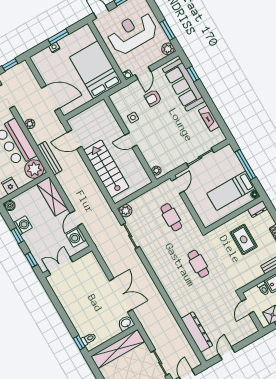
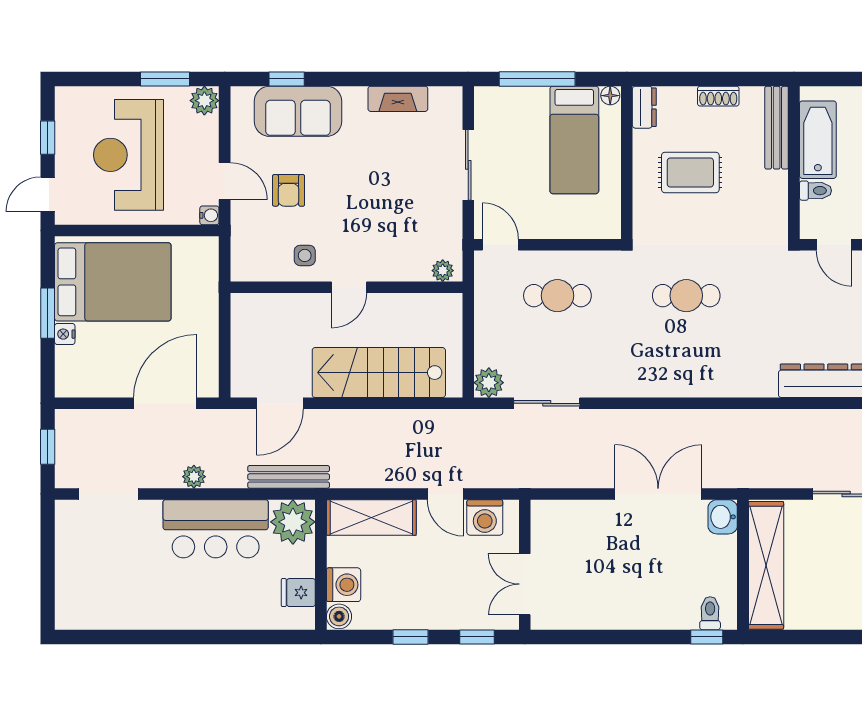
bed: (96, 70) -> (113, 282), moved, turned 180
sofa: (184, 85) -> (298, 111), width x0.73
washing machine: (23, 225) -> (344, 585), moved, turned 90

